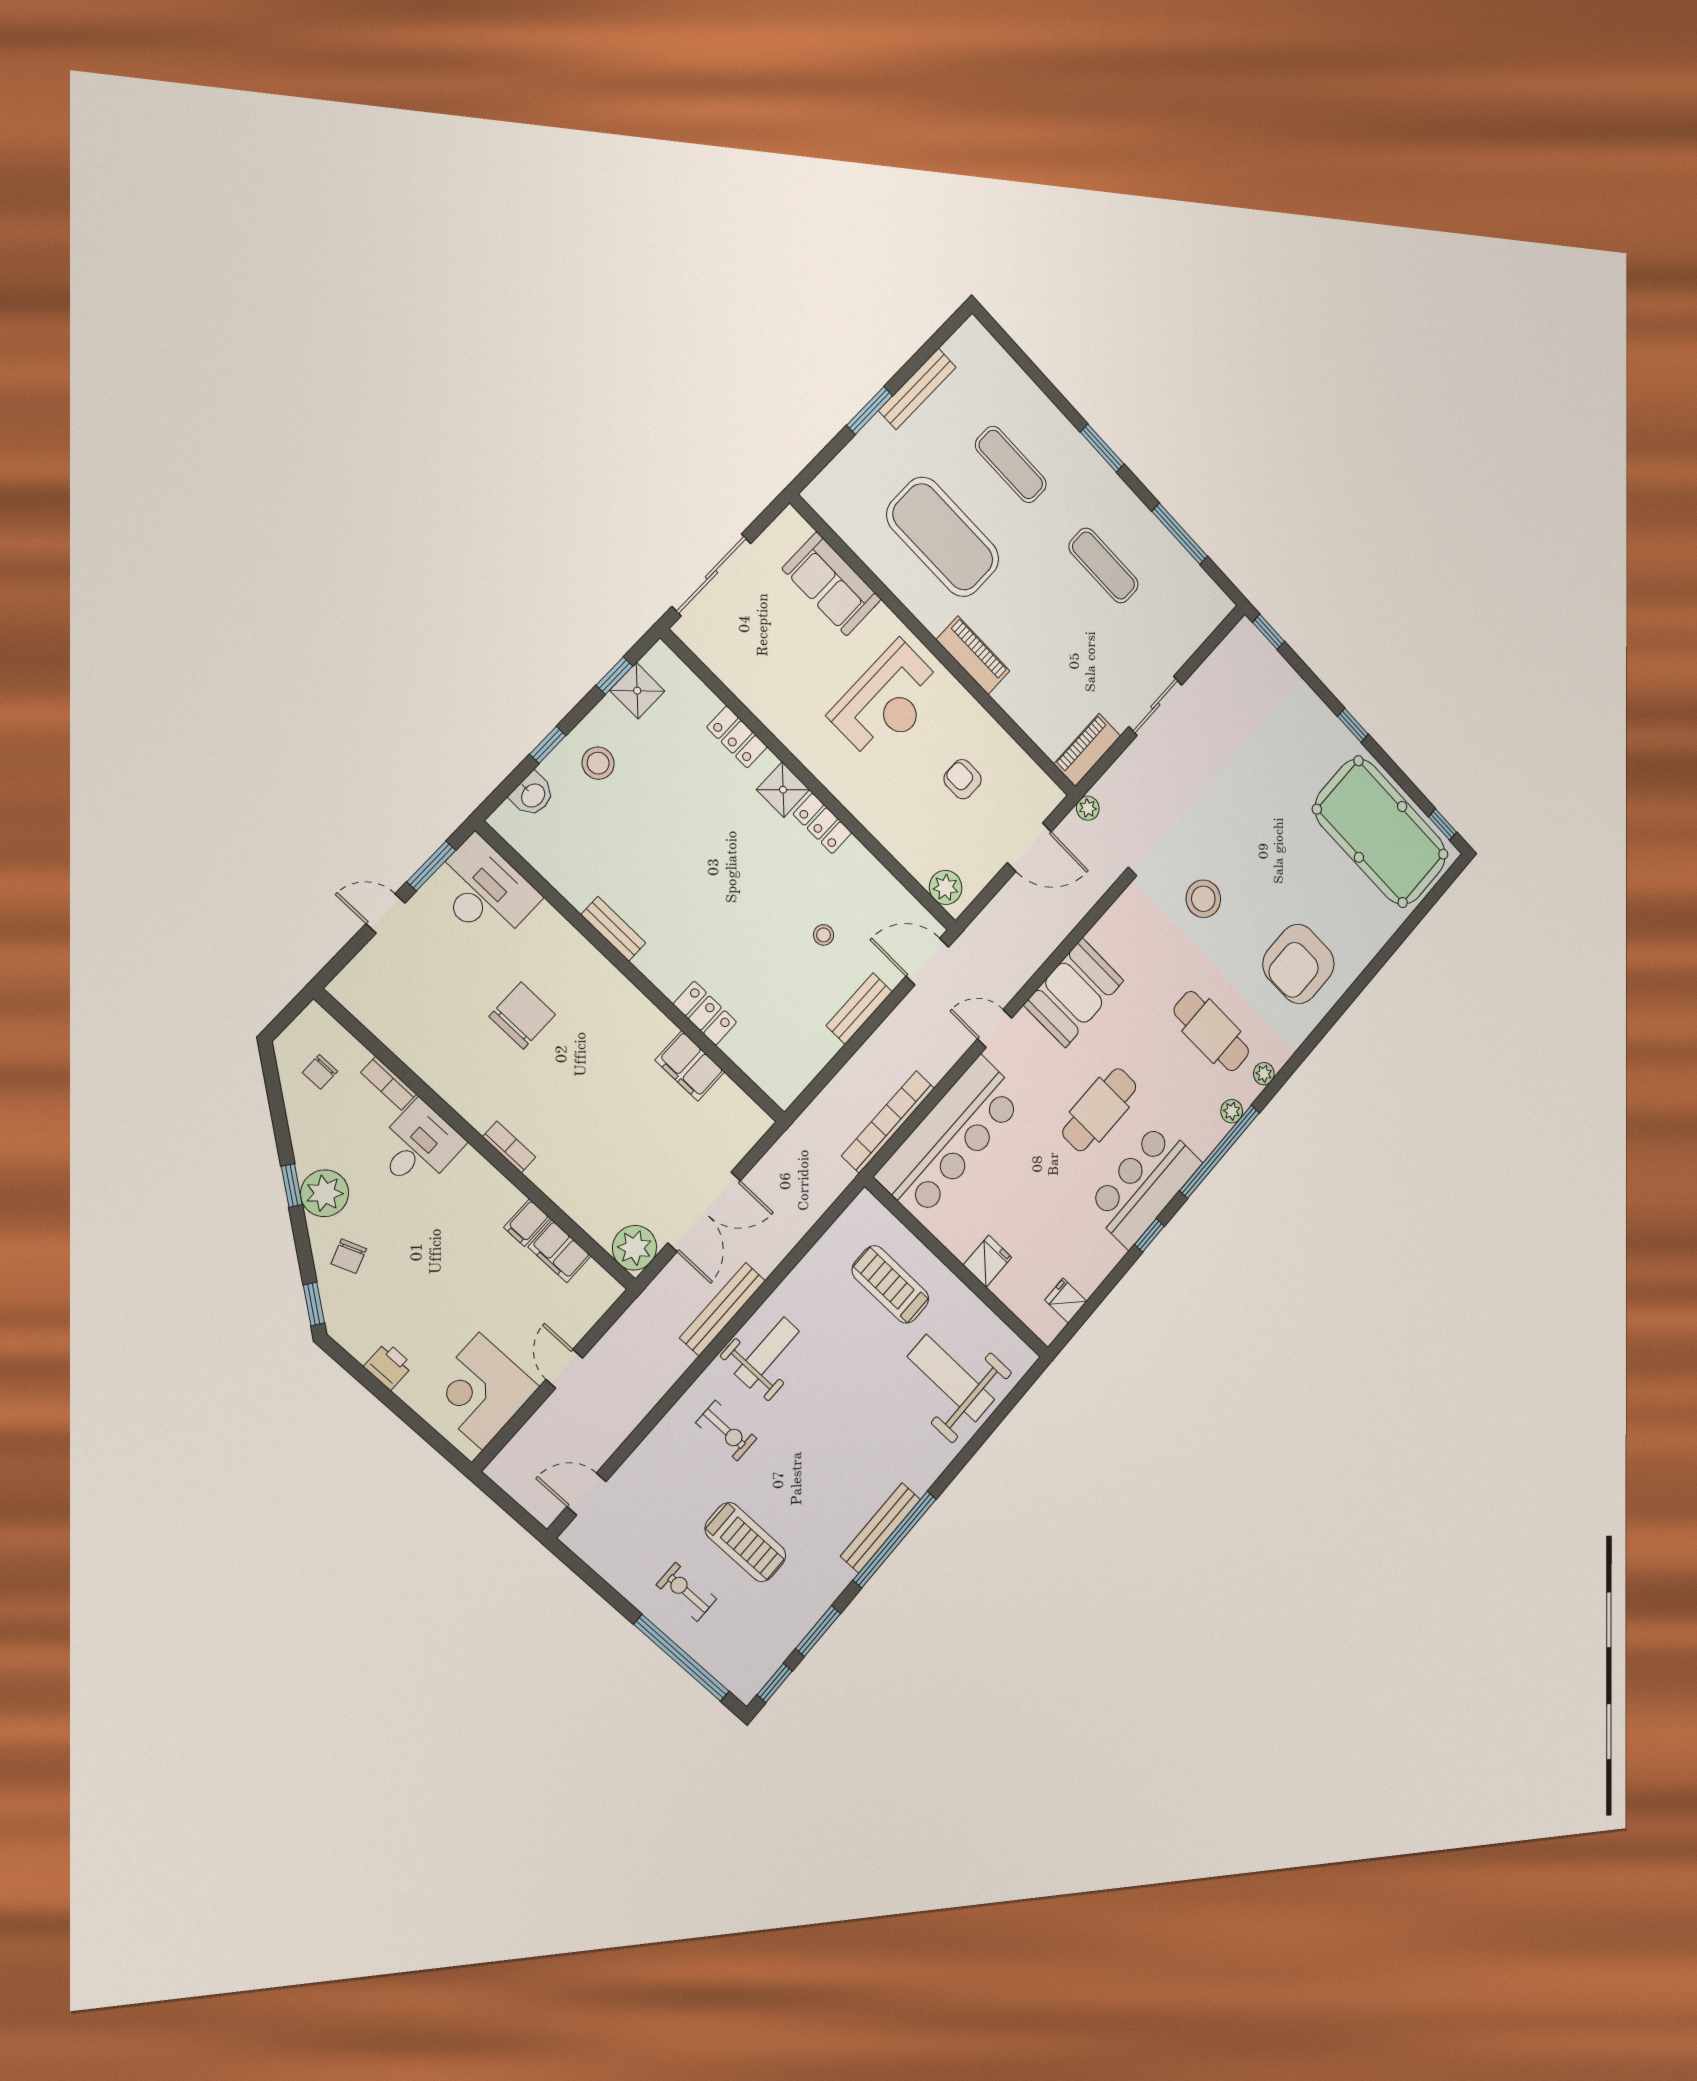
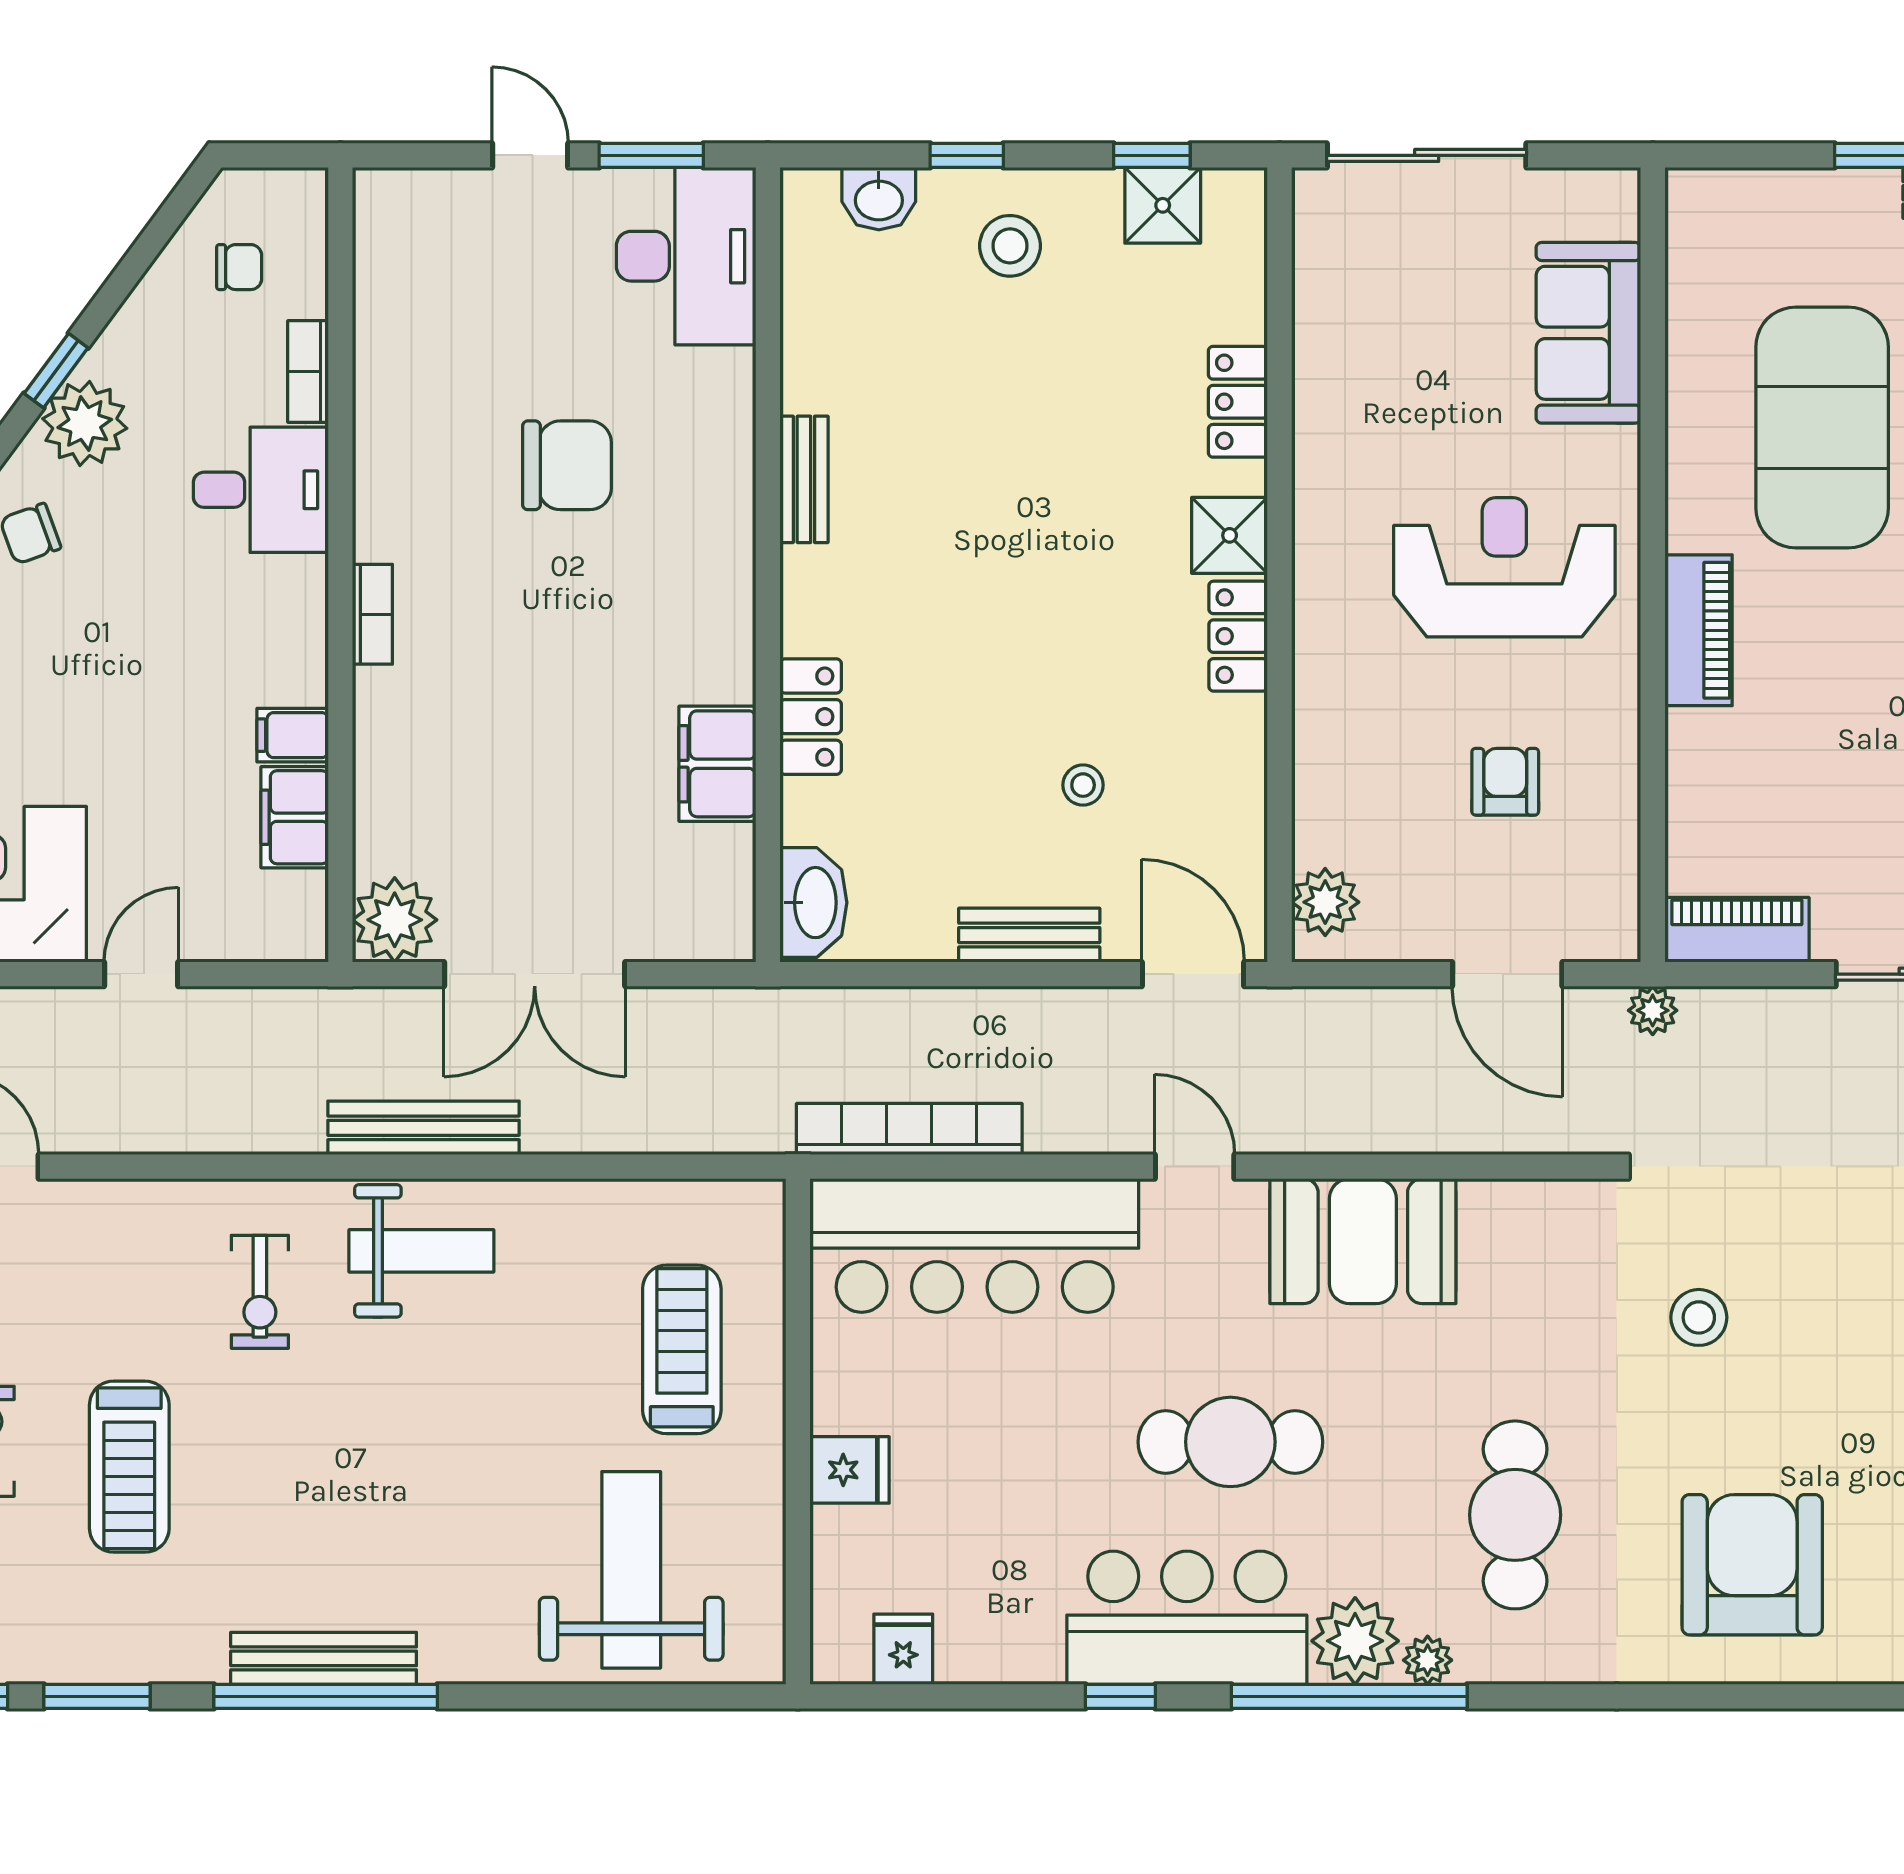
reception desk: (887, 701) -> (1504, 567), turned 180
stool: (1203, 899) -> (1699, 1317), width x0.73, depth x0.73
armchair: (1299, 964) -> (1752, 1565), turned 90
chair: (320, 1072) -> (239, 267), turned 180
plant: (1264, 1074) -> (1355, 1641), moved, width x1.87, depth x1.87
washbasin: (774, 1079) -> (813, 903), added

